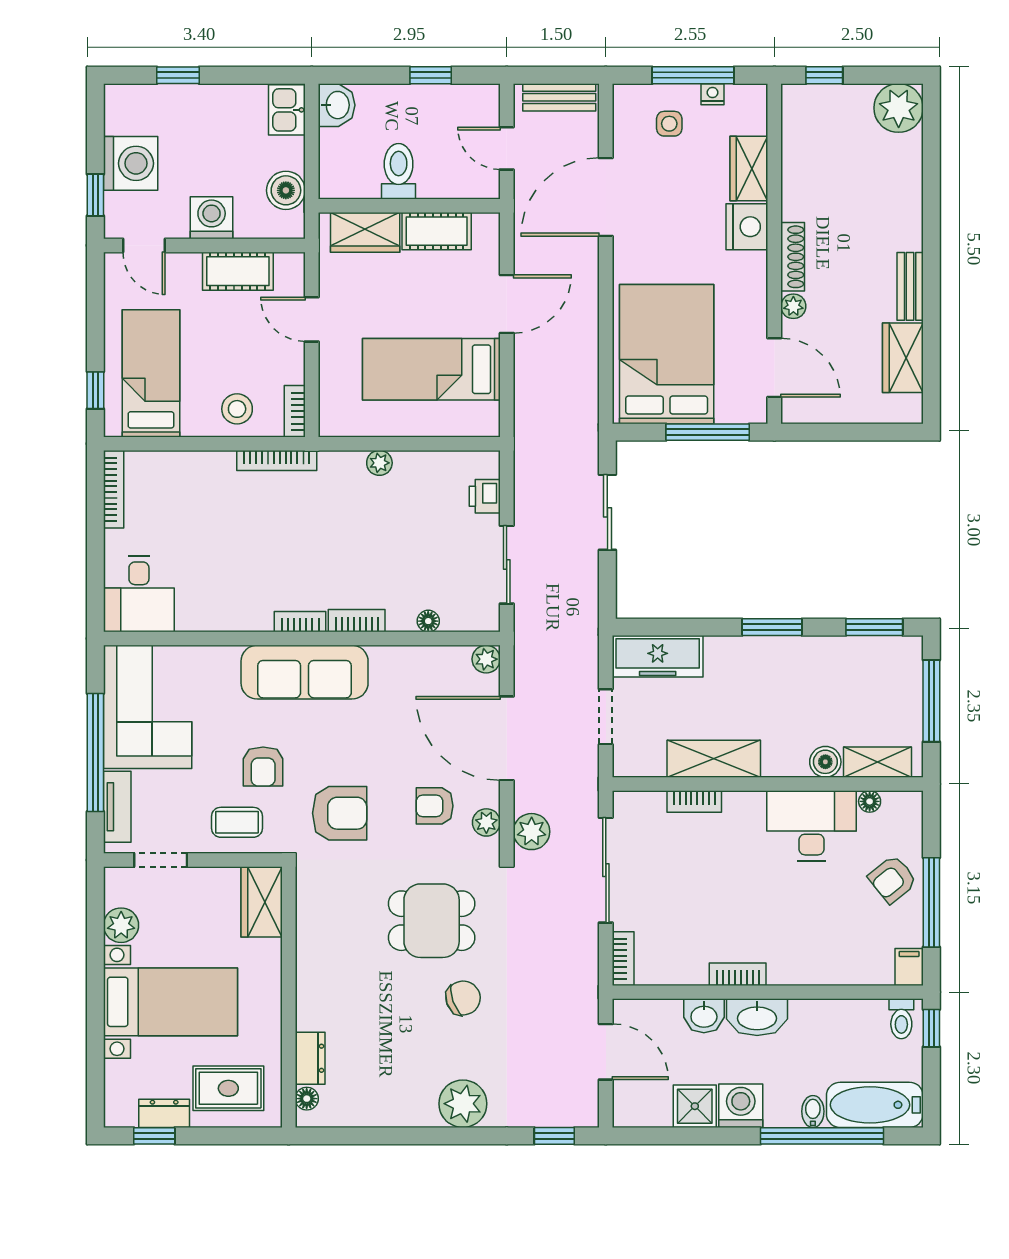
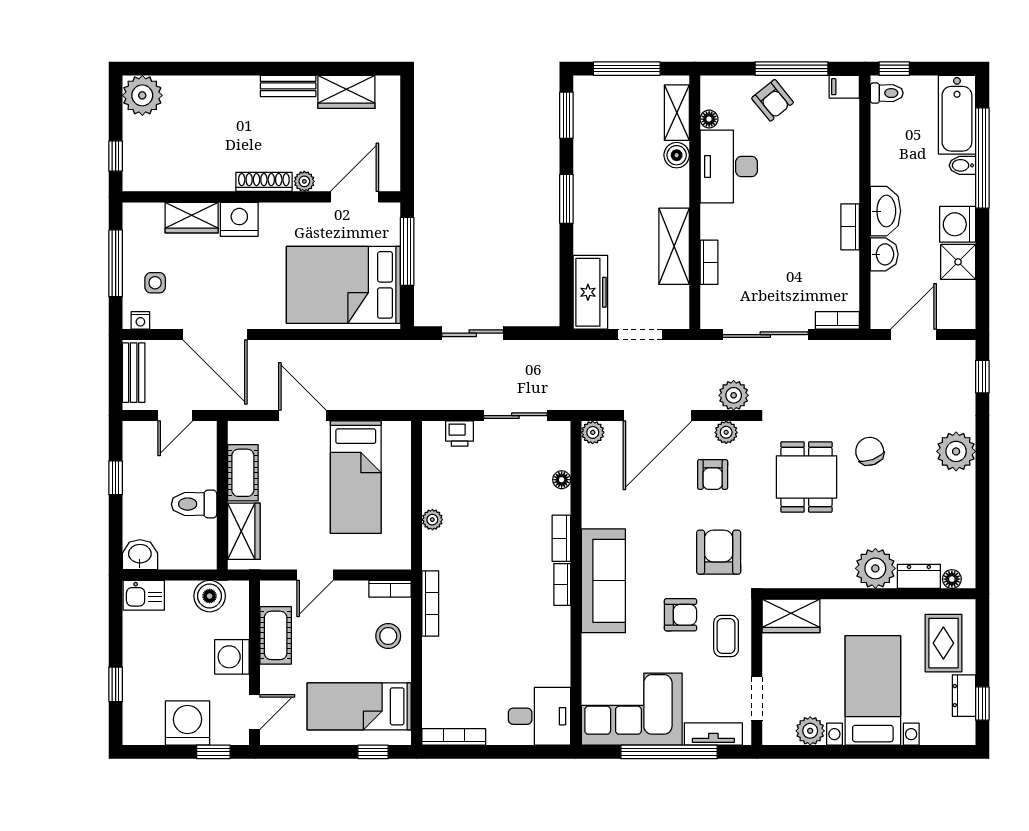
nightstand: (712, 94) -> (140, 320), moved, turned -90
plant: (320, 1005) -> (875, 568), added

